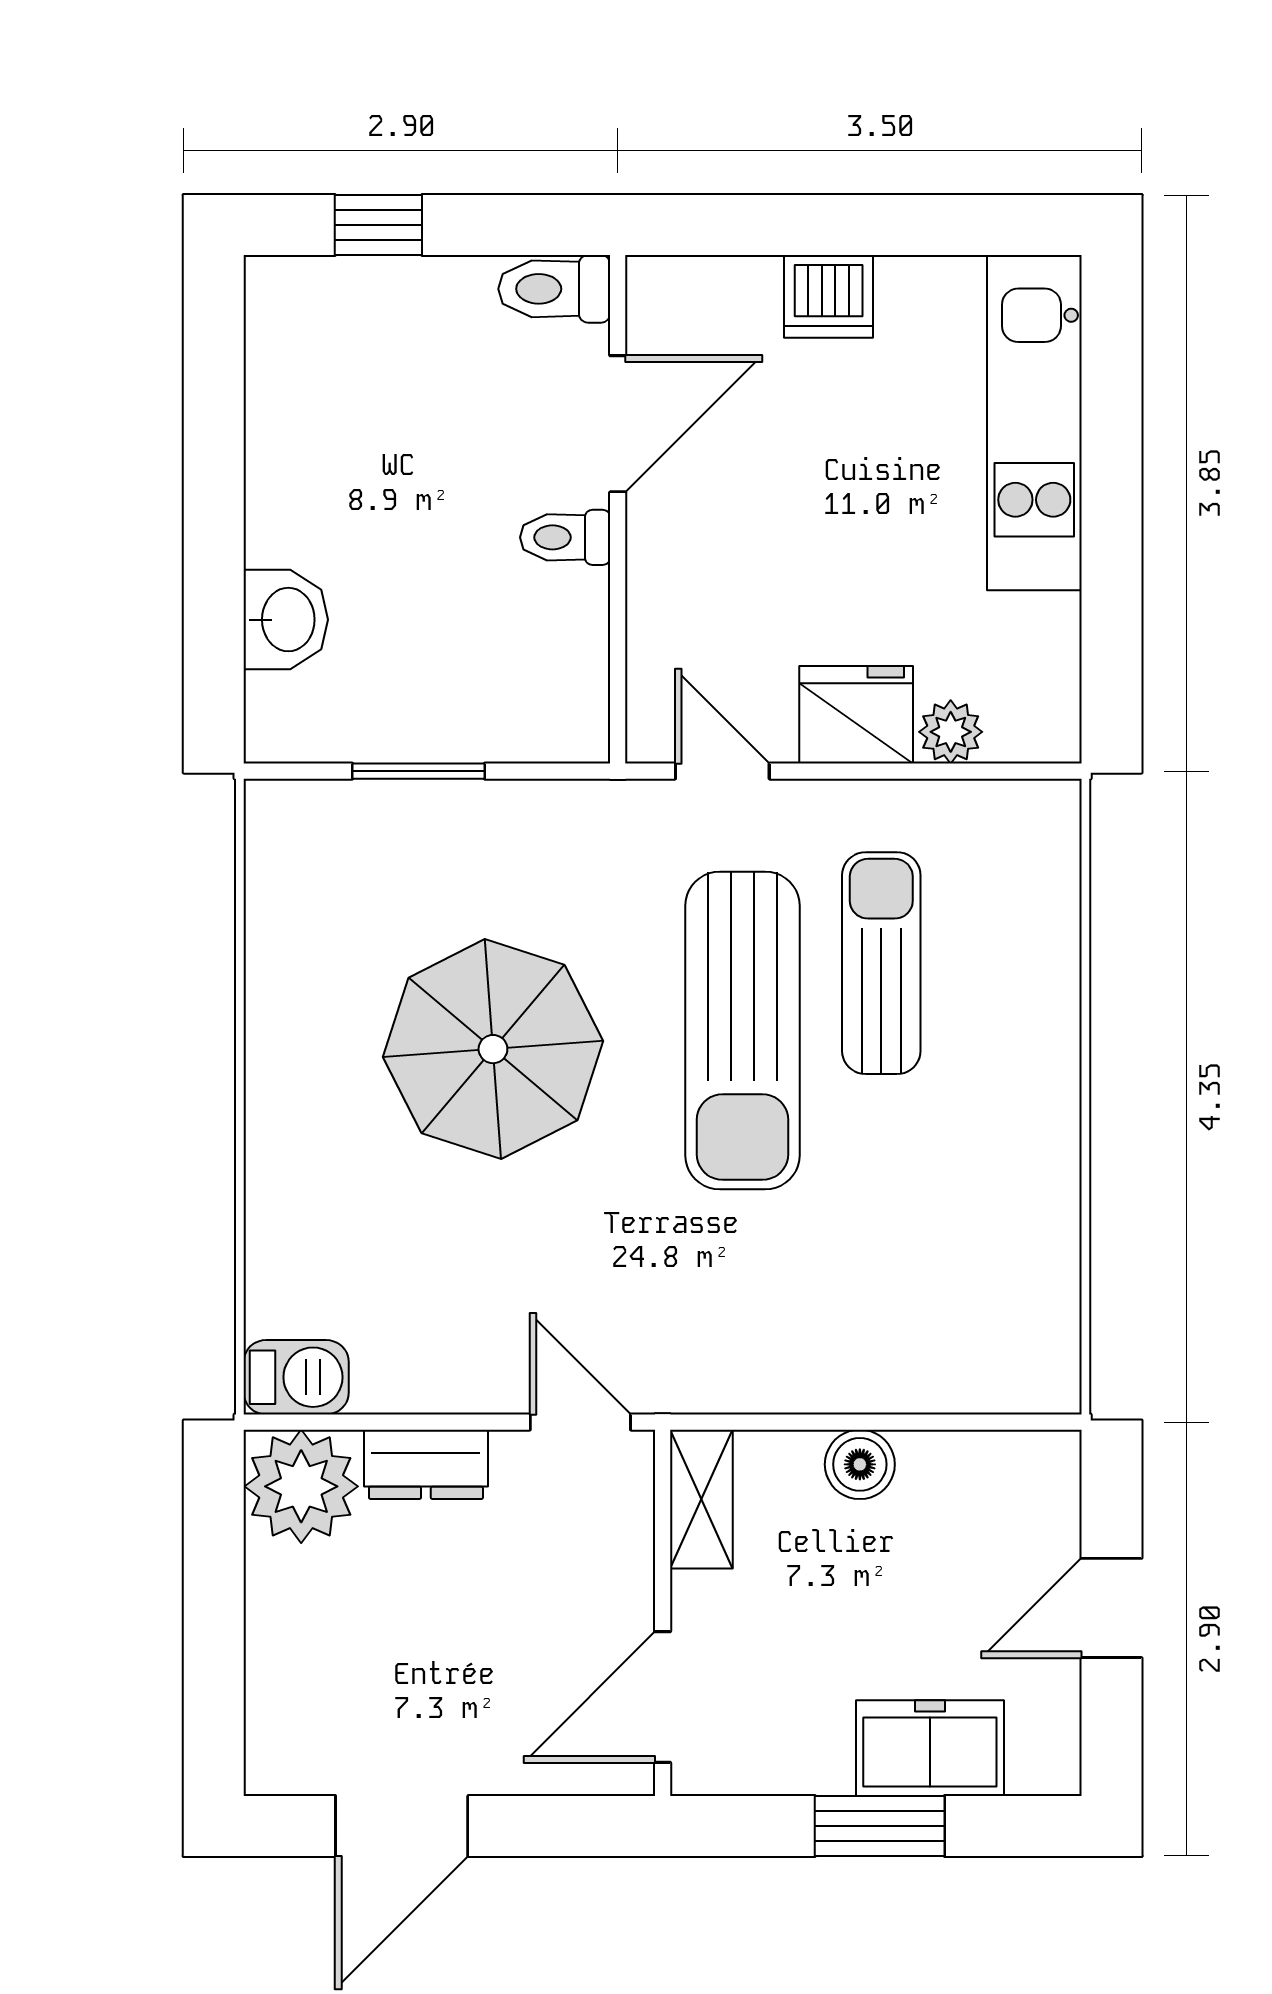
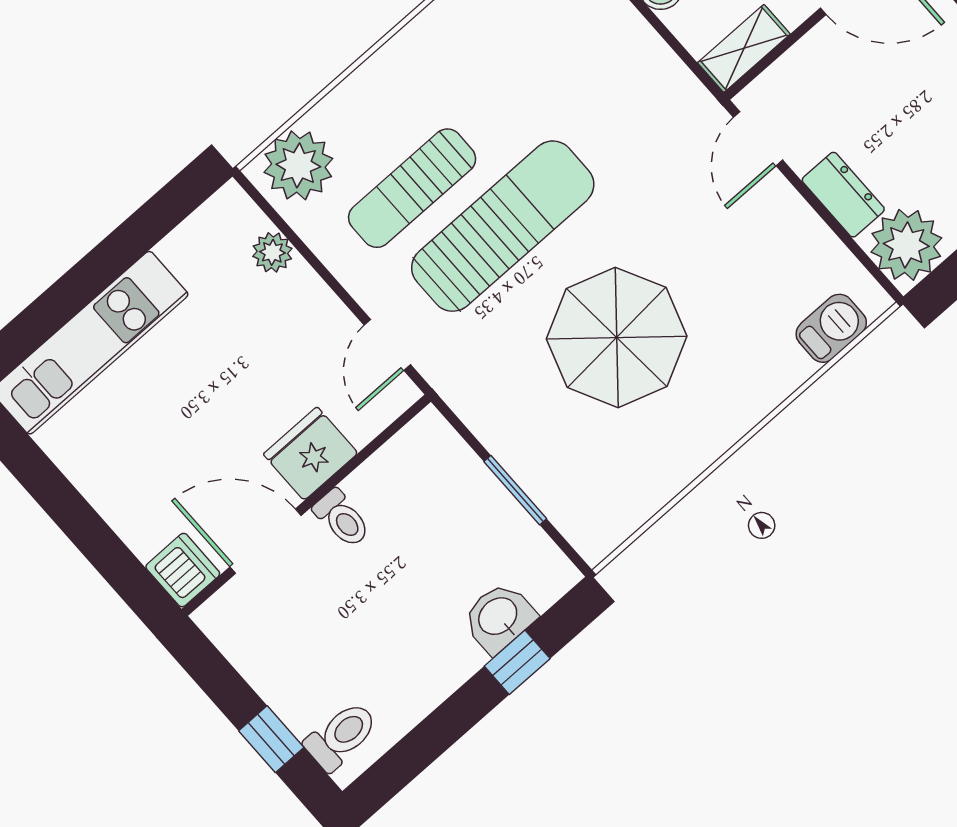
toilet: (554, 289) -> (341, 736), moved, turned -90
dishwasher: (829, 296) -> (183, 570), moved
window: (214, 594) -> (517, 662), added
fridge: (856, 715) -> (311, 454), moved, turned 90
plant: (1026, 853) -> (298, 165), added
barbecue: (296, 1377) -> (831, 328), moved, turned 90

